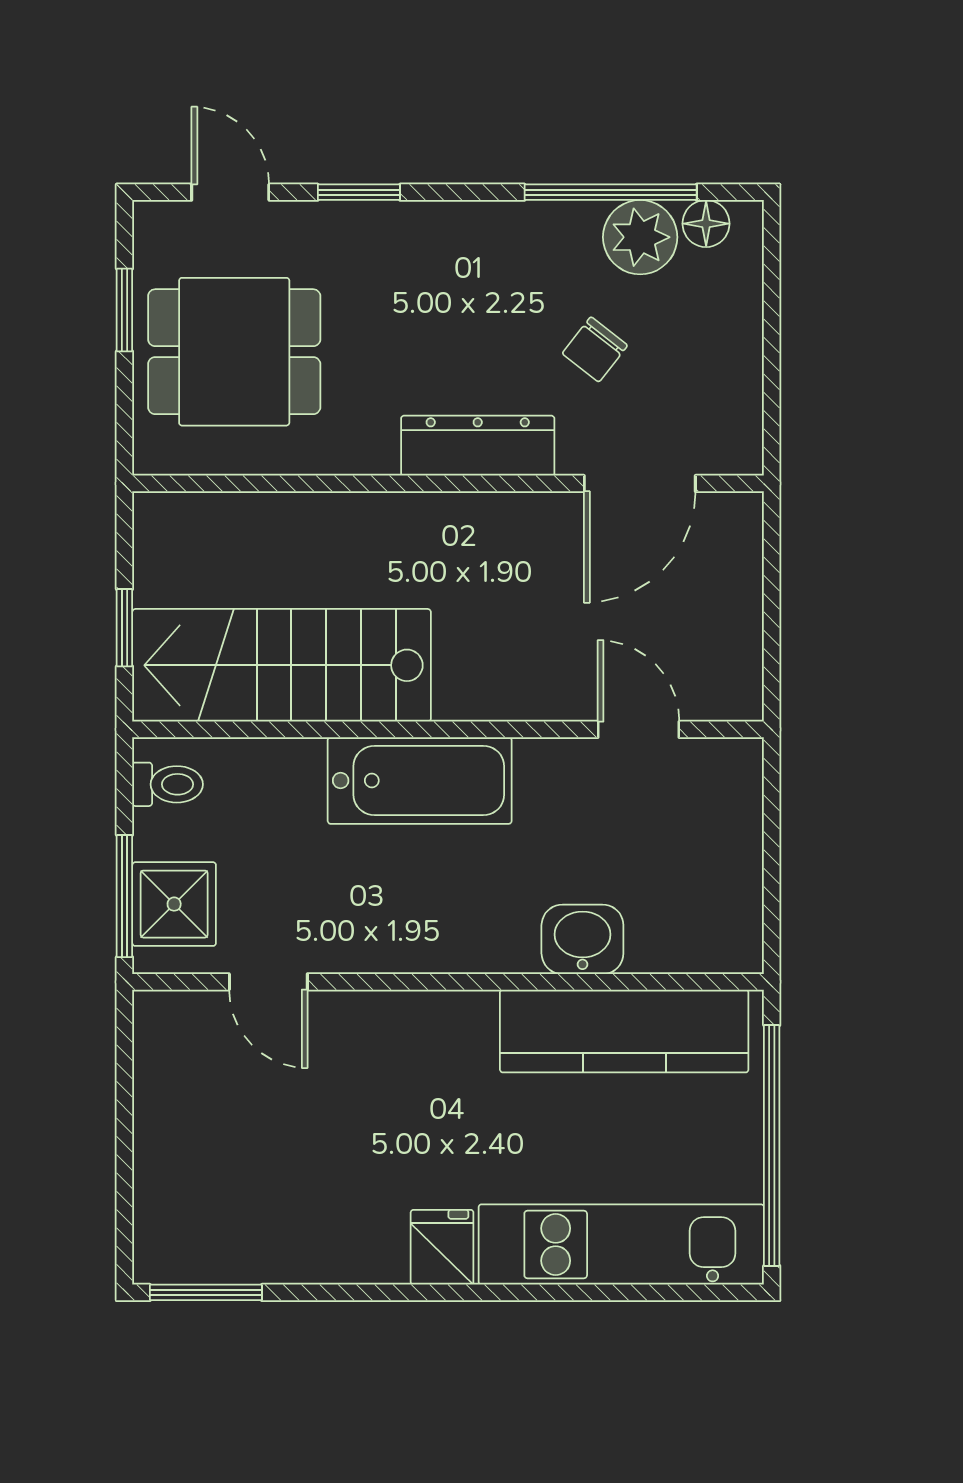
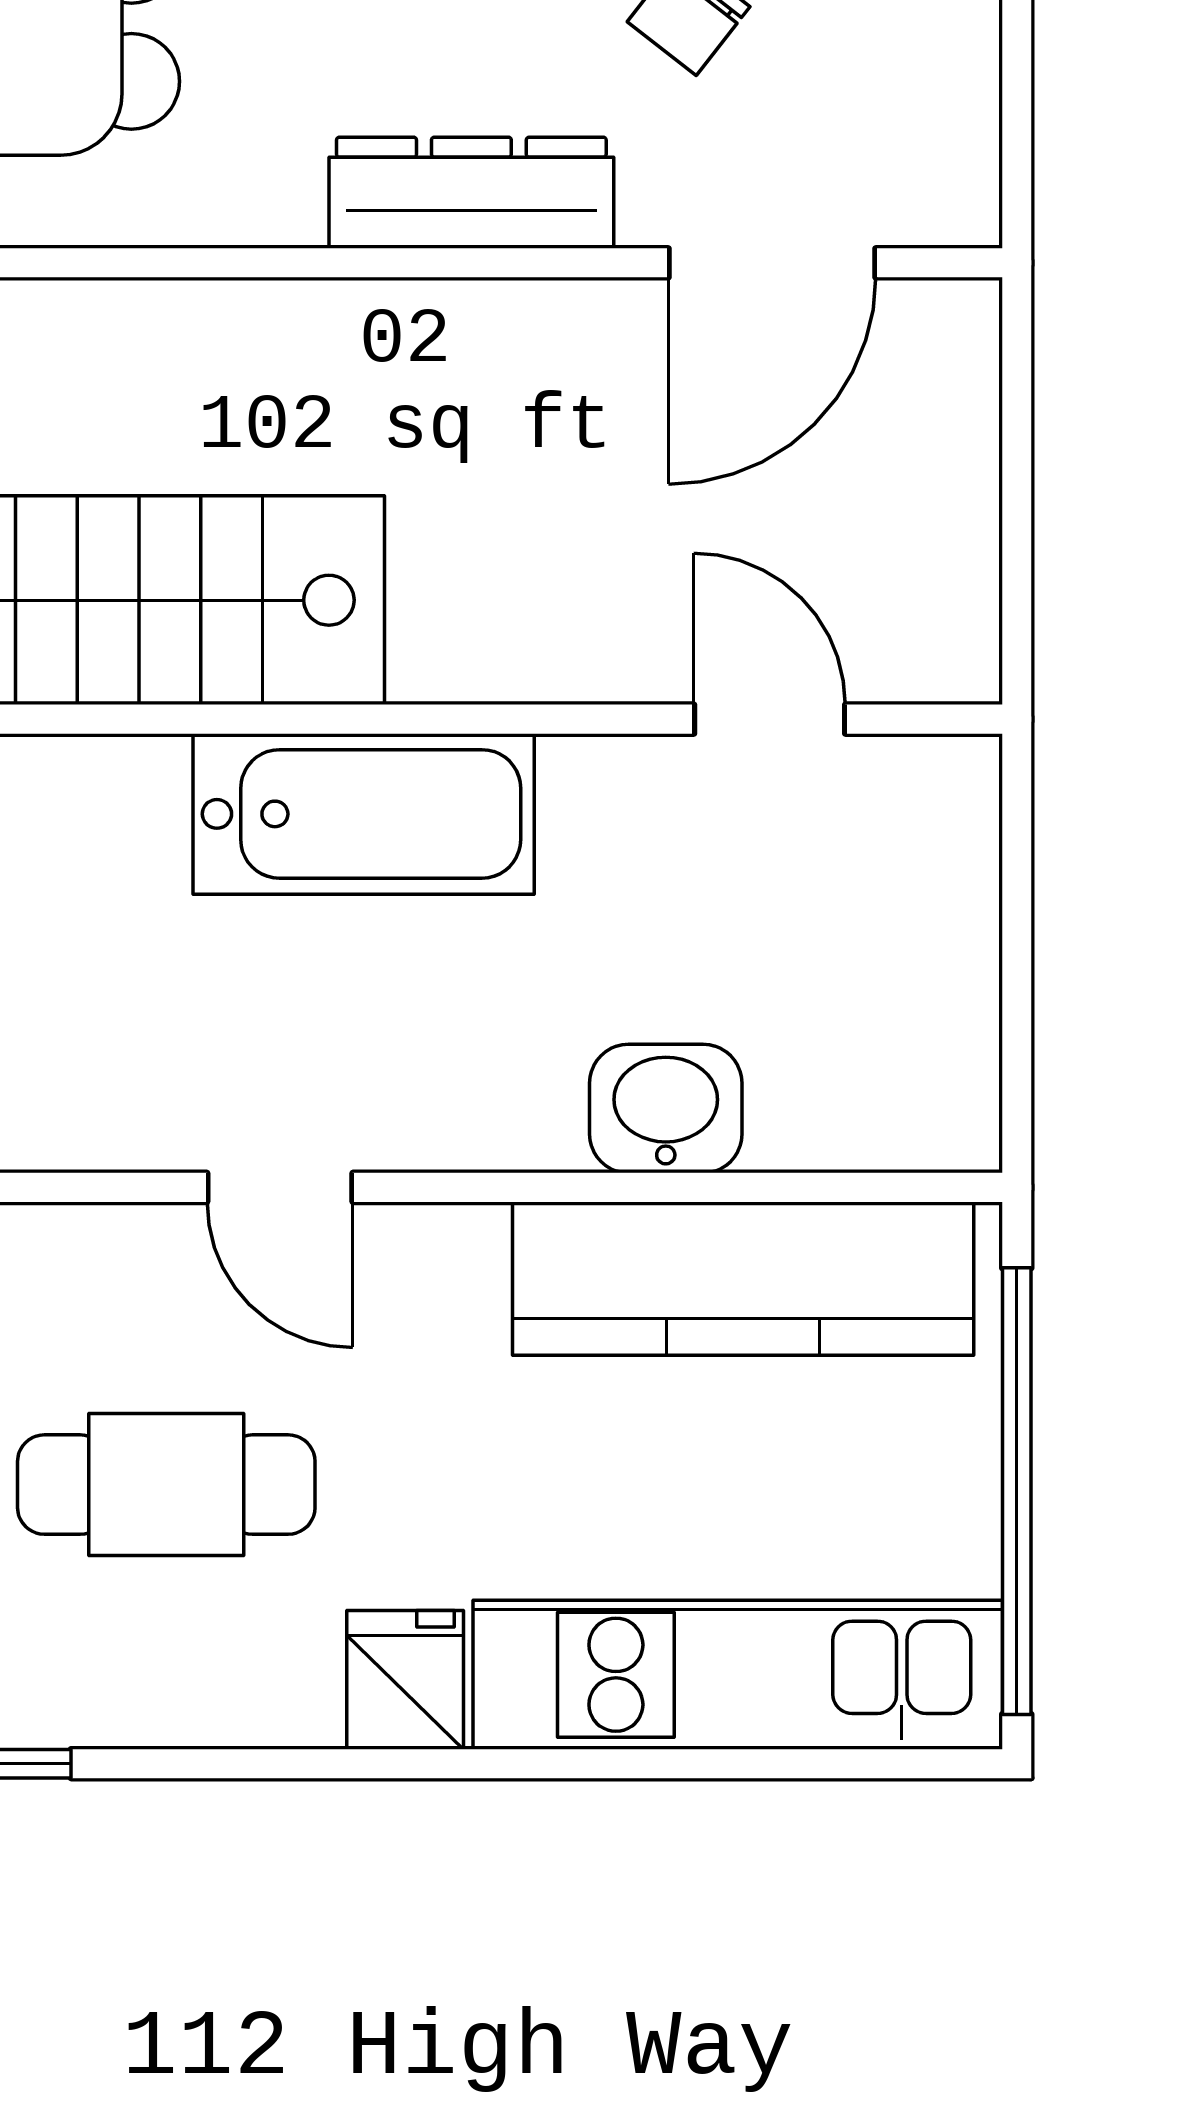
door: (268, 982) -> (280, 1187), moved
cafe table: (313, 1142) -> (166, 1485), added

